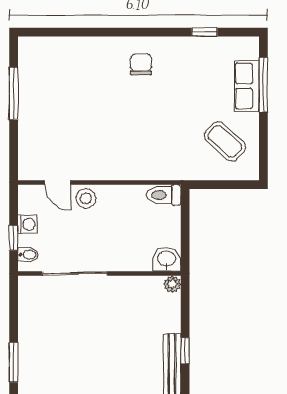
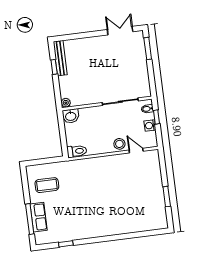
chair: (141, 65) -> (99, 221), removed
window: (14, 93) -> (167, 197), width x0.69
coffee table: (225, 141) -> (47, 185), turned -42

